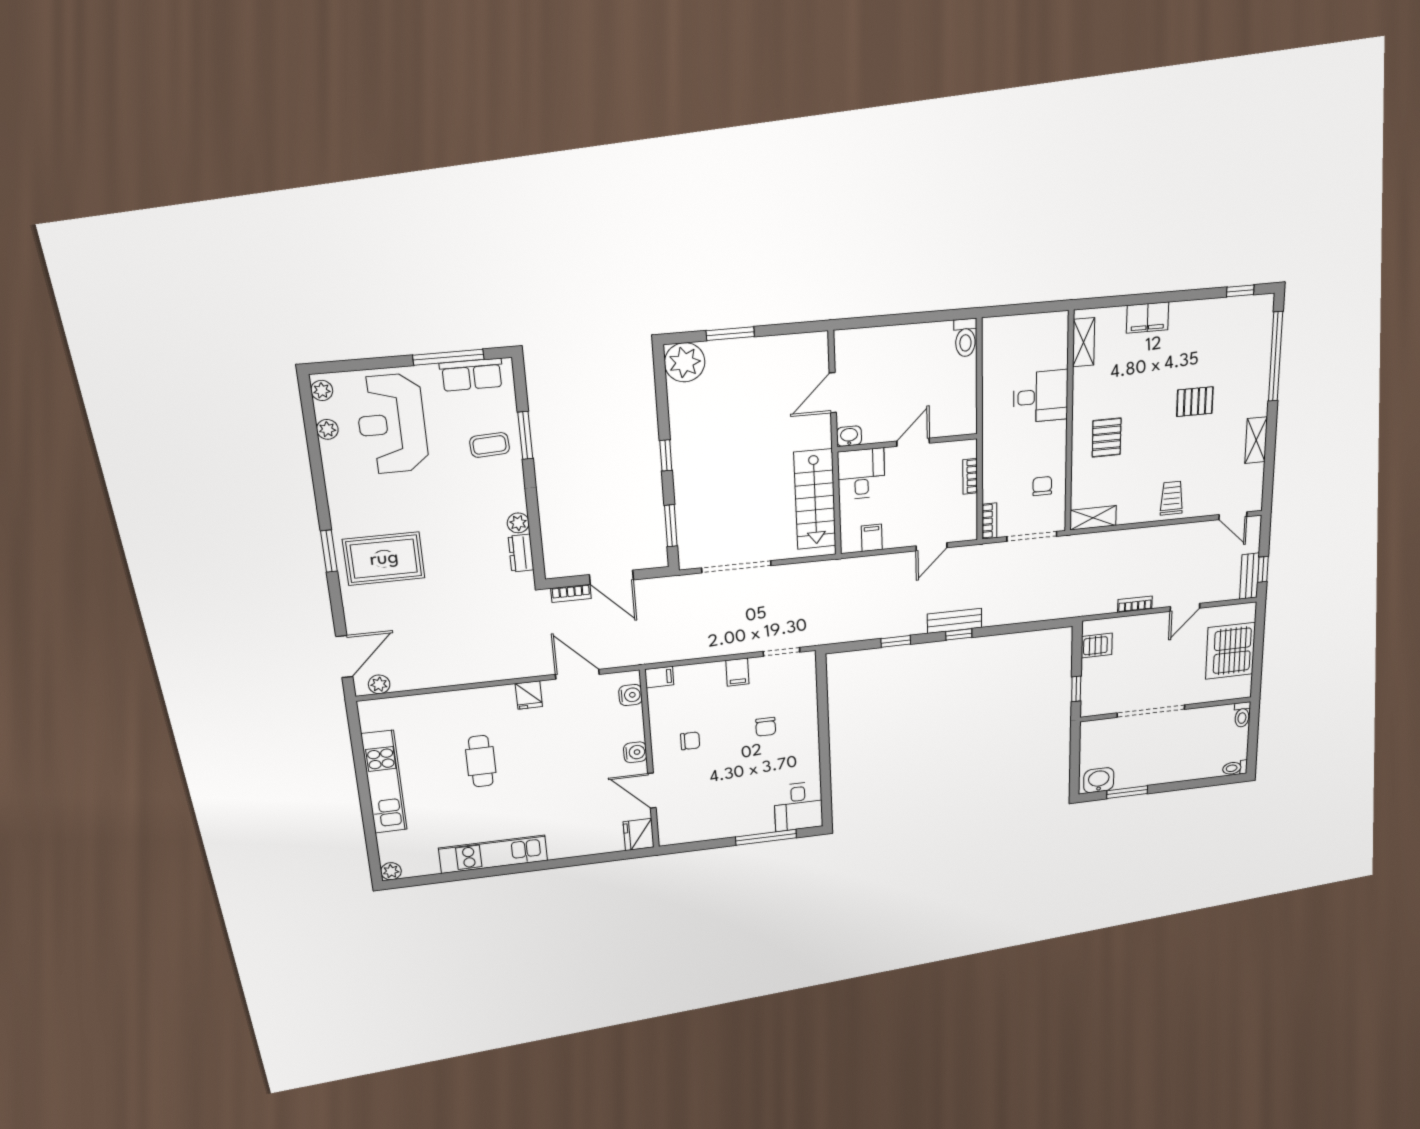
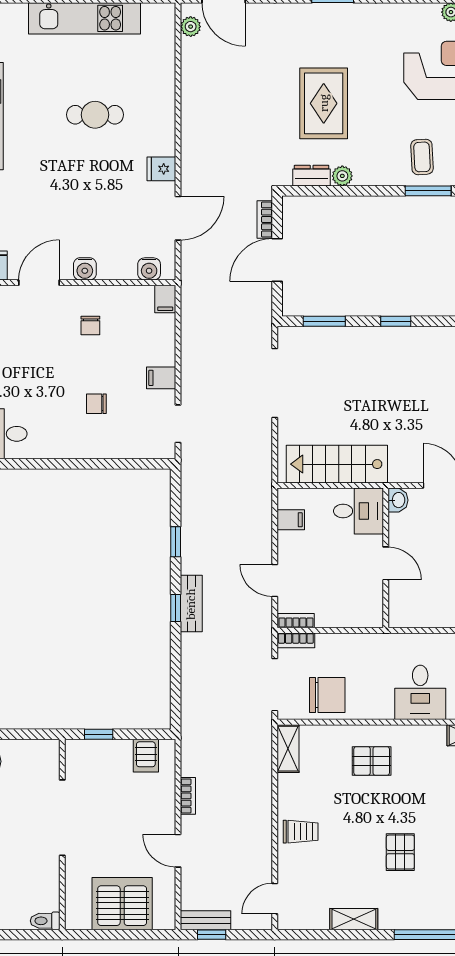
bookcase: (970, 476) -> (296, 621), moved
chair: (1042, 486) -> (327, 695), width x1.87, depth x1.87
rug: (384, 559) -> (324, 103), moved

